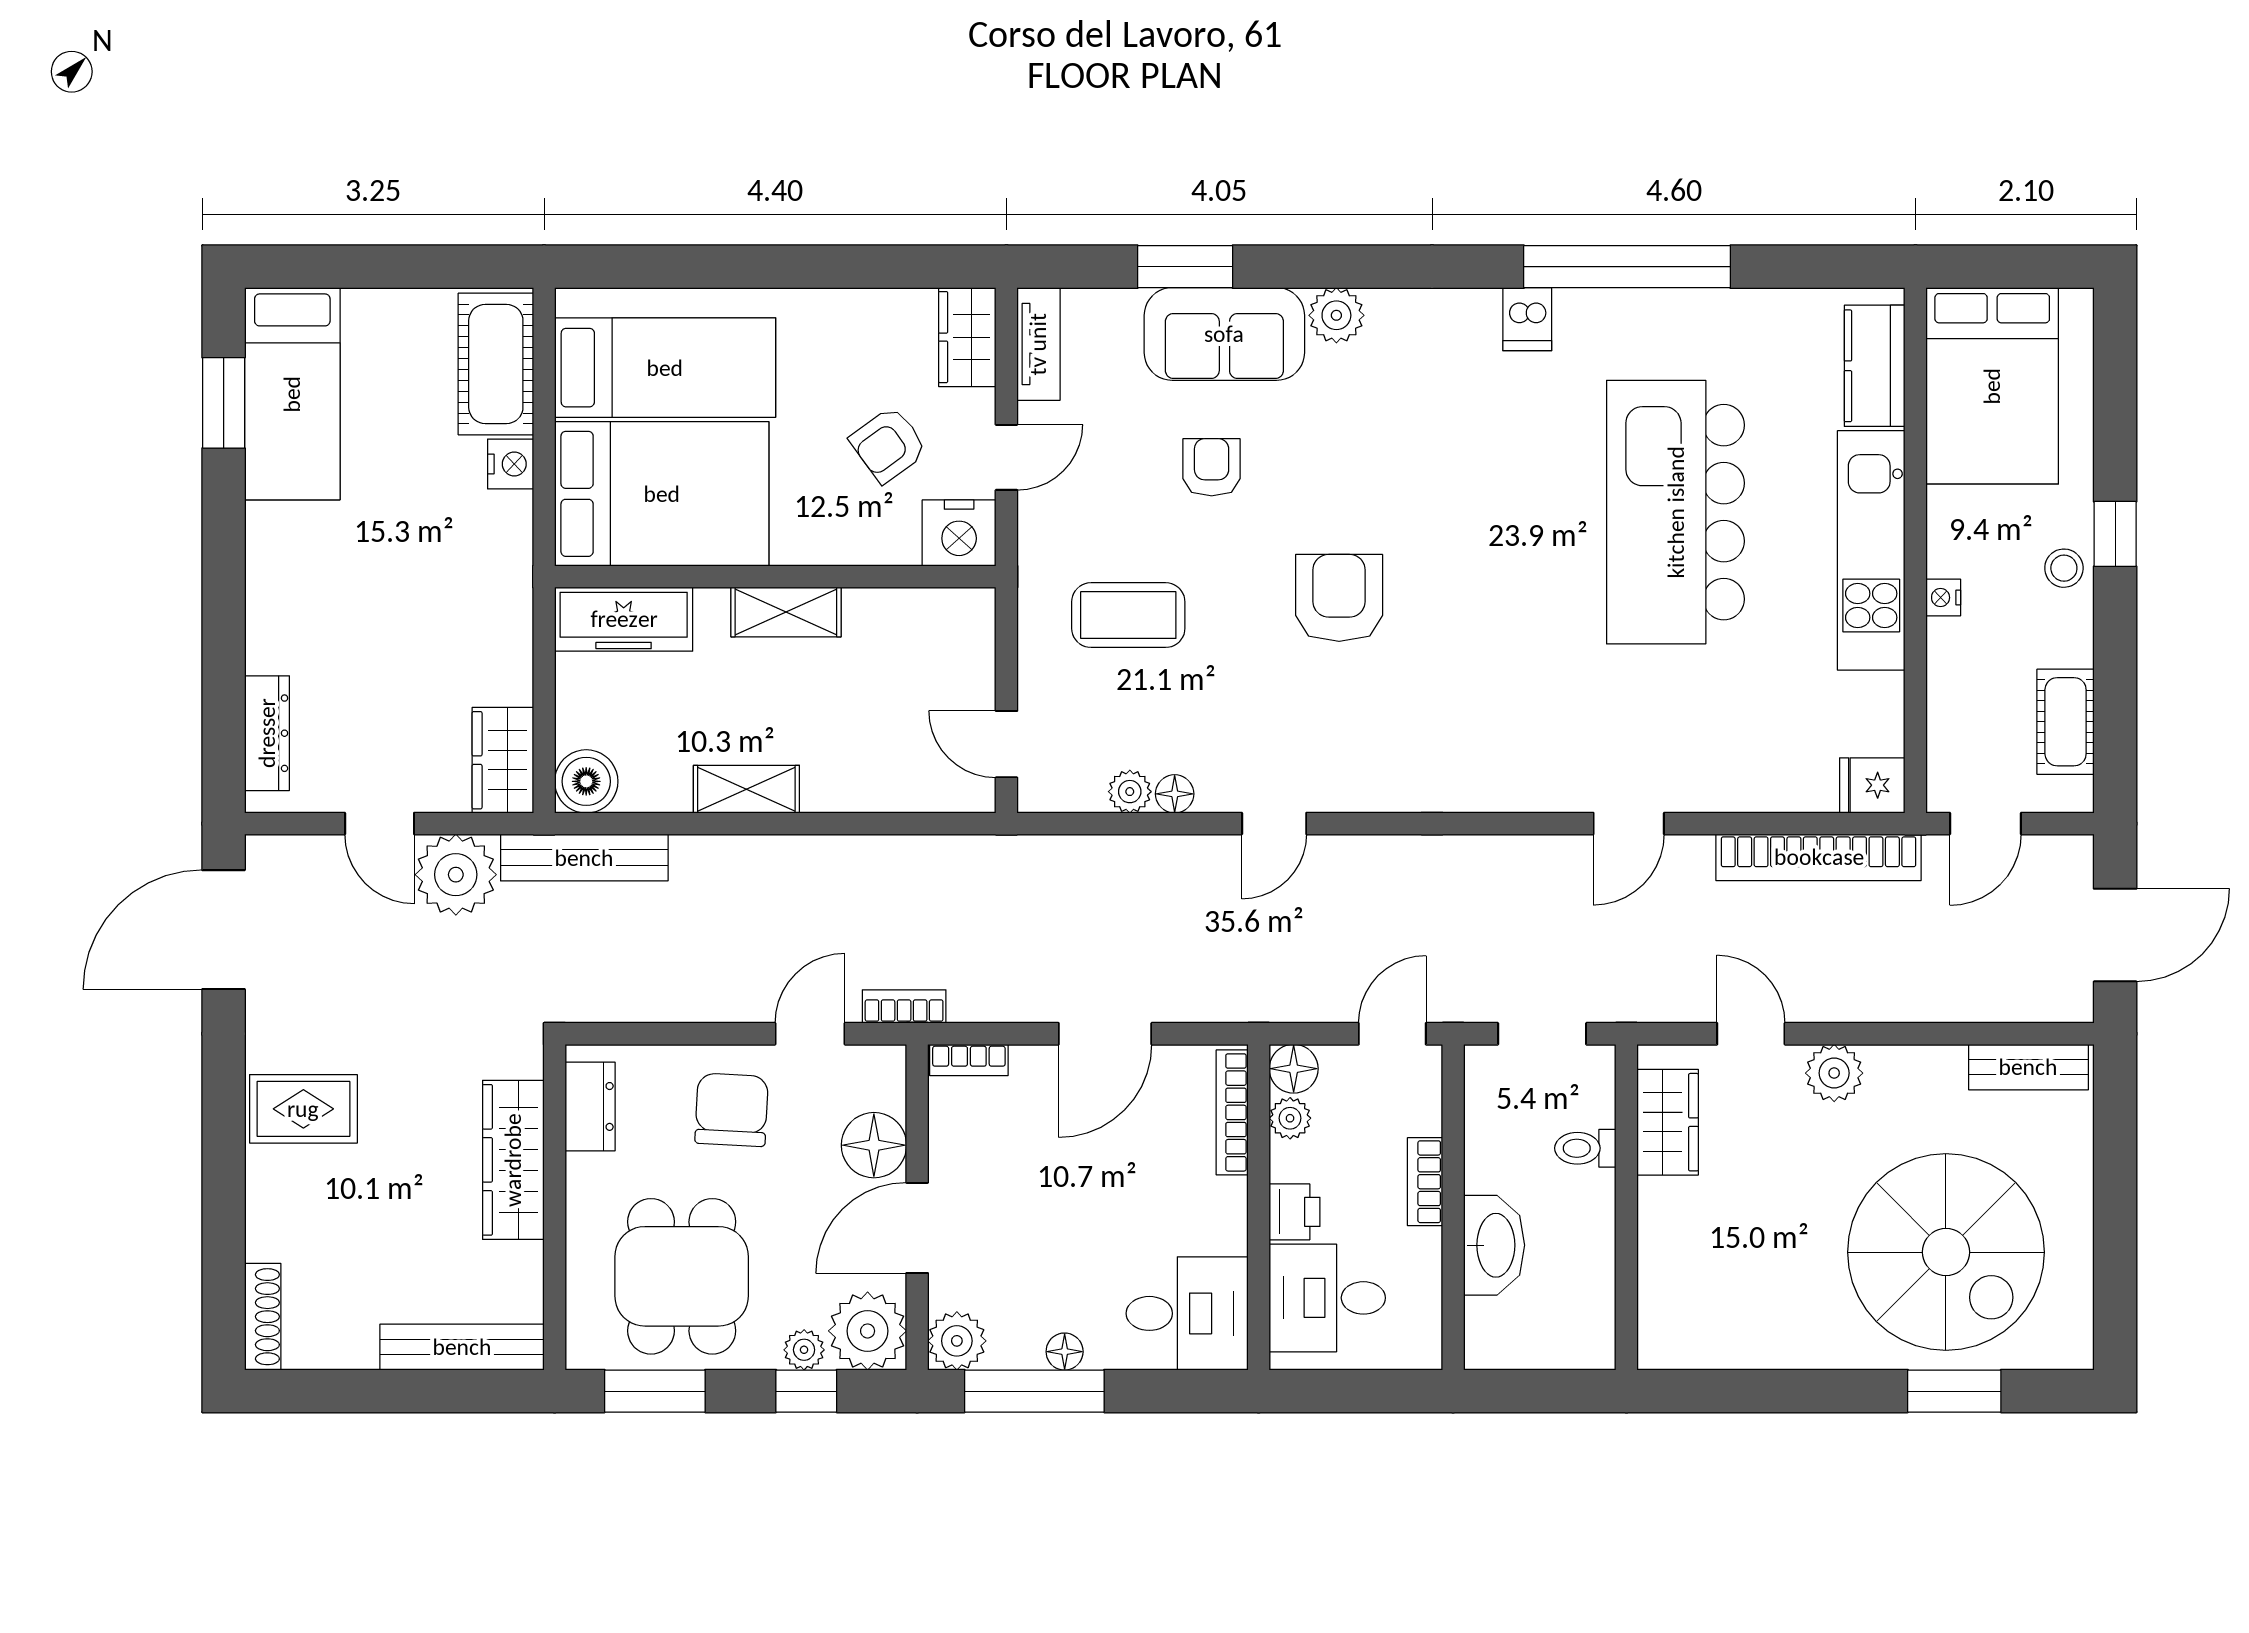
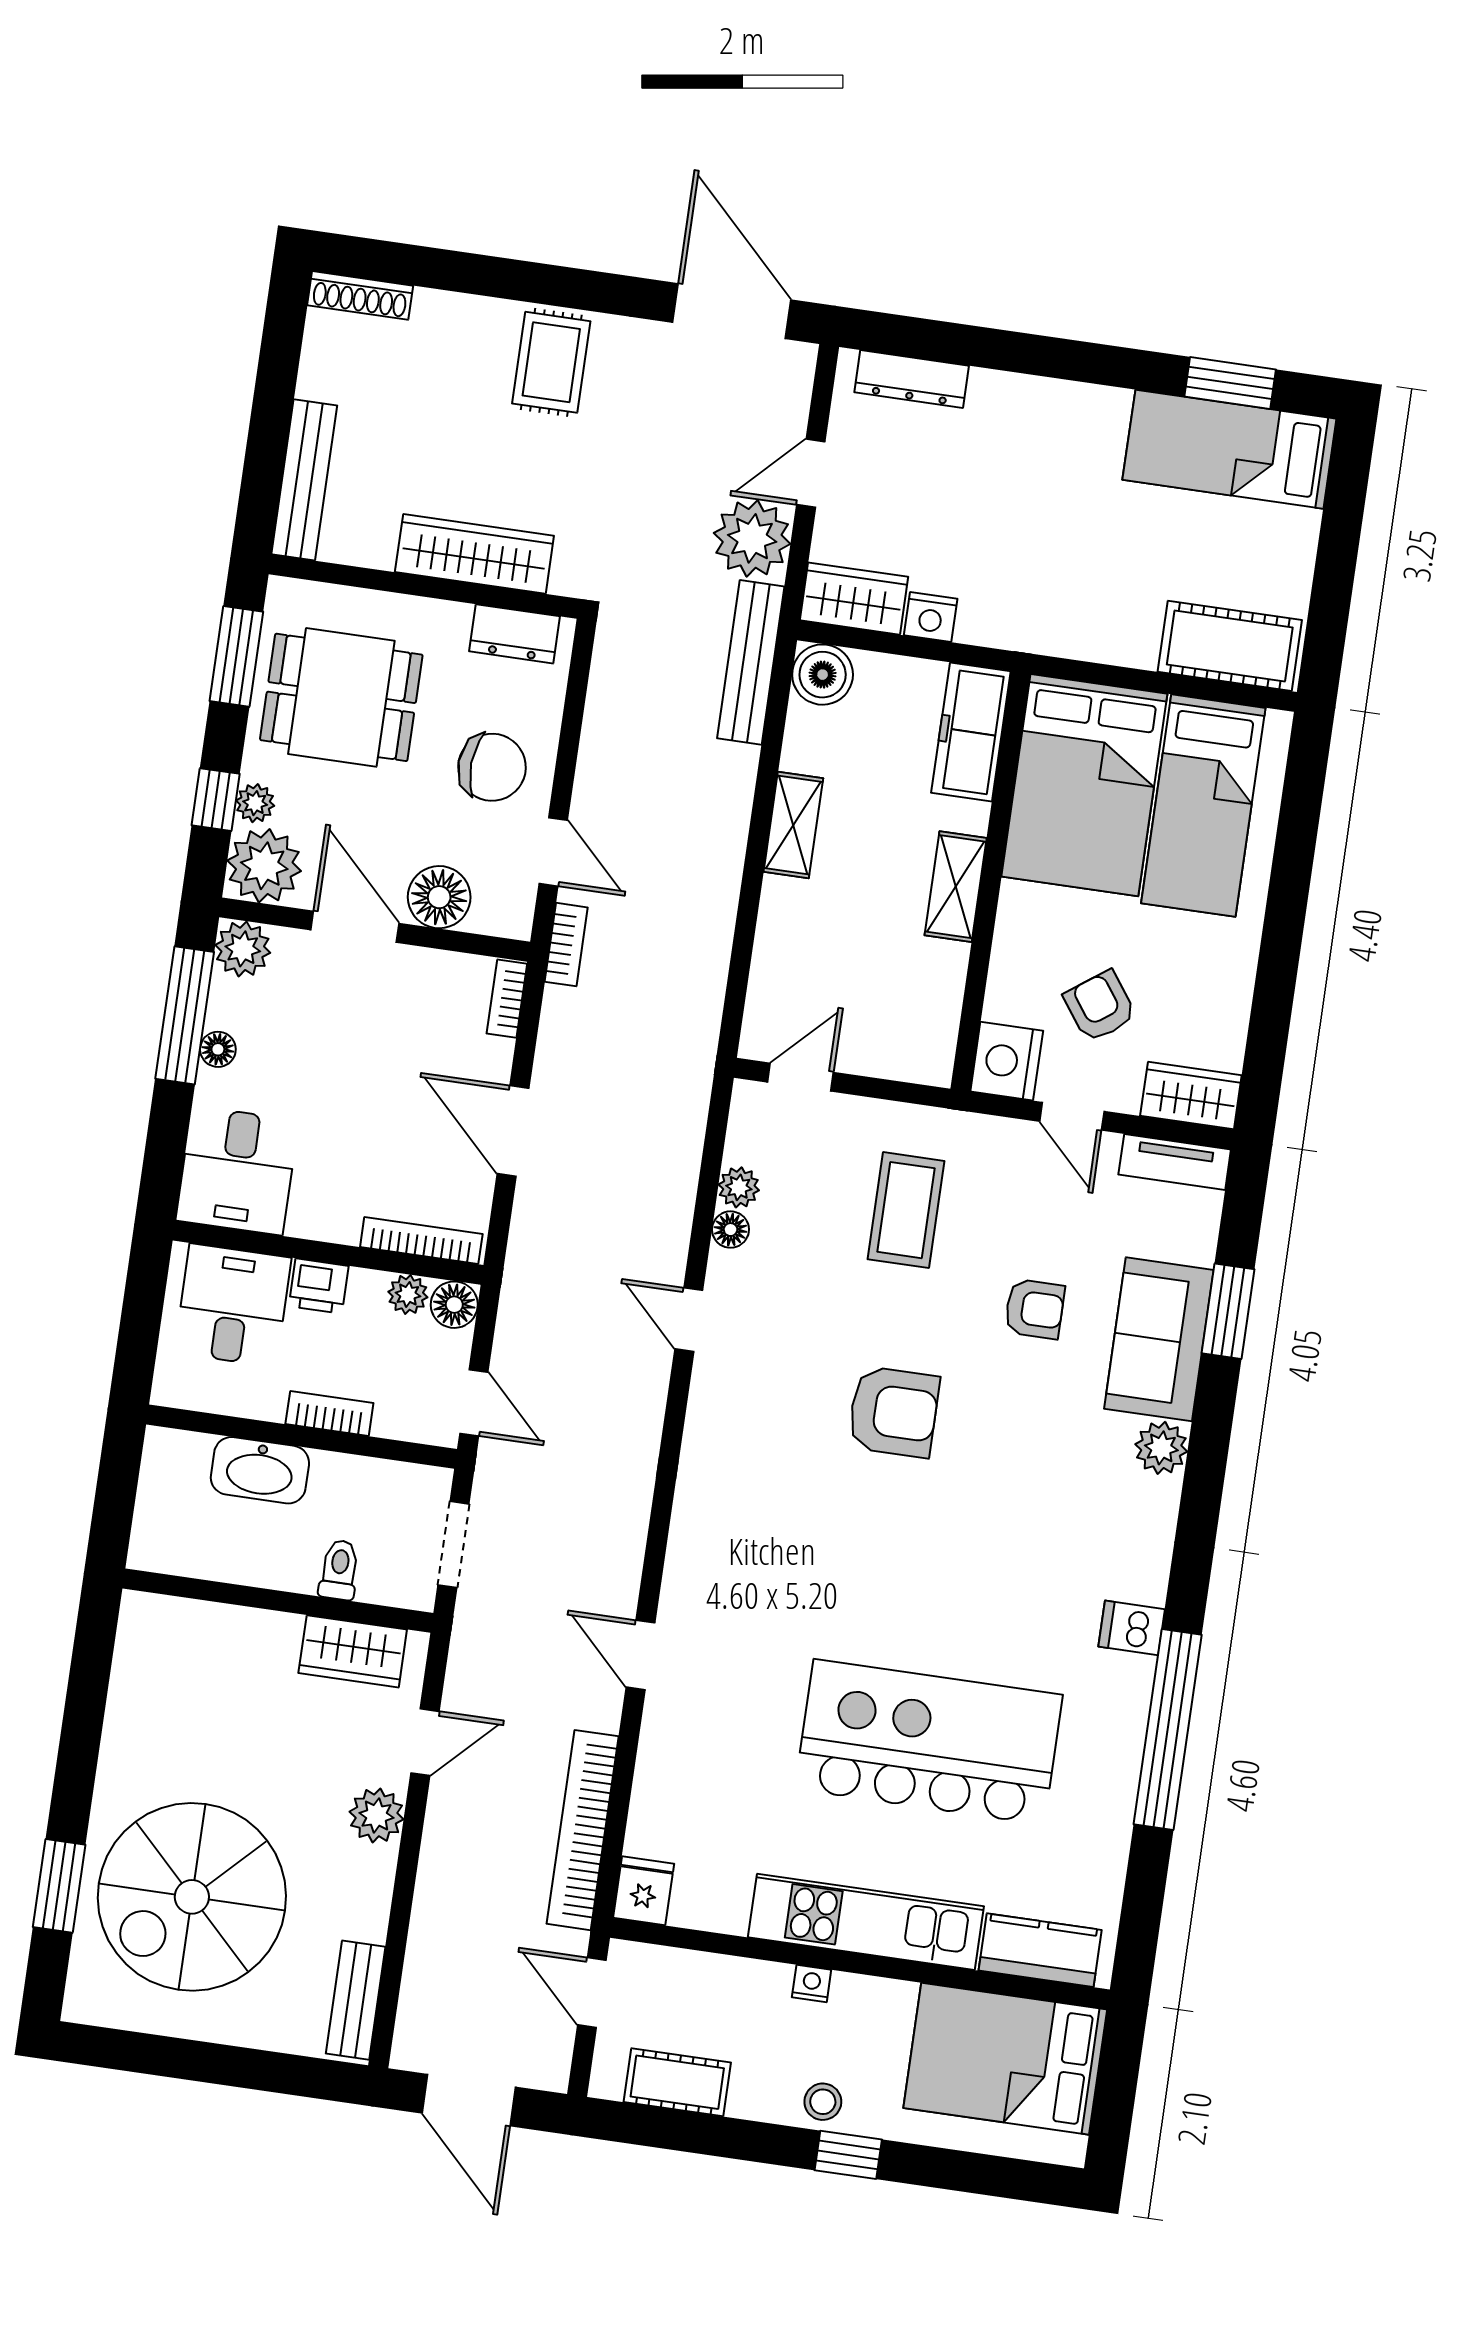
nightstand: (511, 464) -> (931, 617), moved

